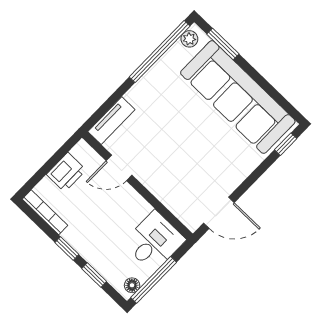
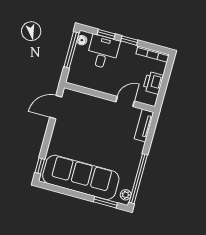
desk: (154, 241) -> (103, 52), moved, turned 180

